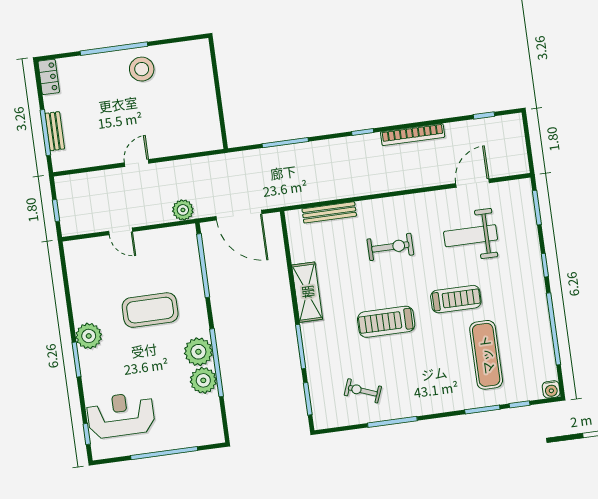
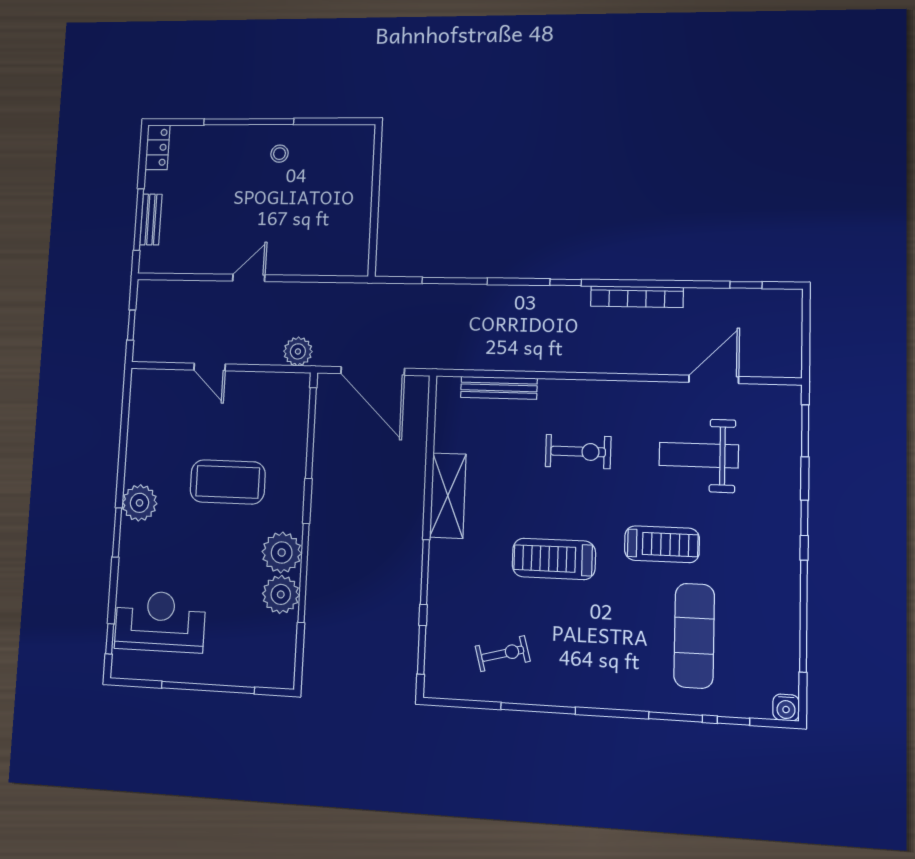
stool: (142, 69) -> (280, 154), width x0.53, depth x0.53
exercise bike: (363, 391) -> (503, 654), turned 144

